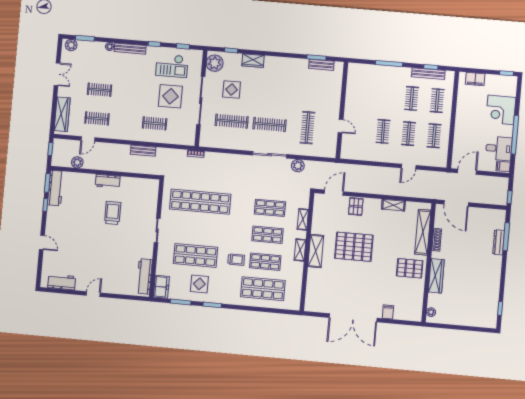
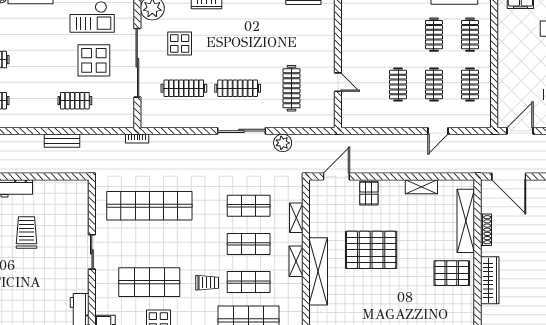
shelving: (316, 251) -> (318, 271), width x1.47

